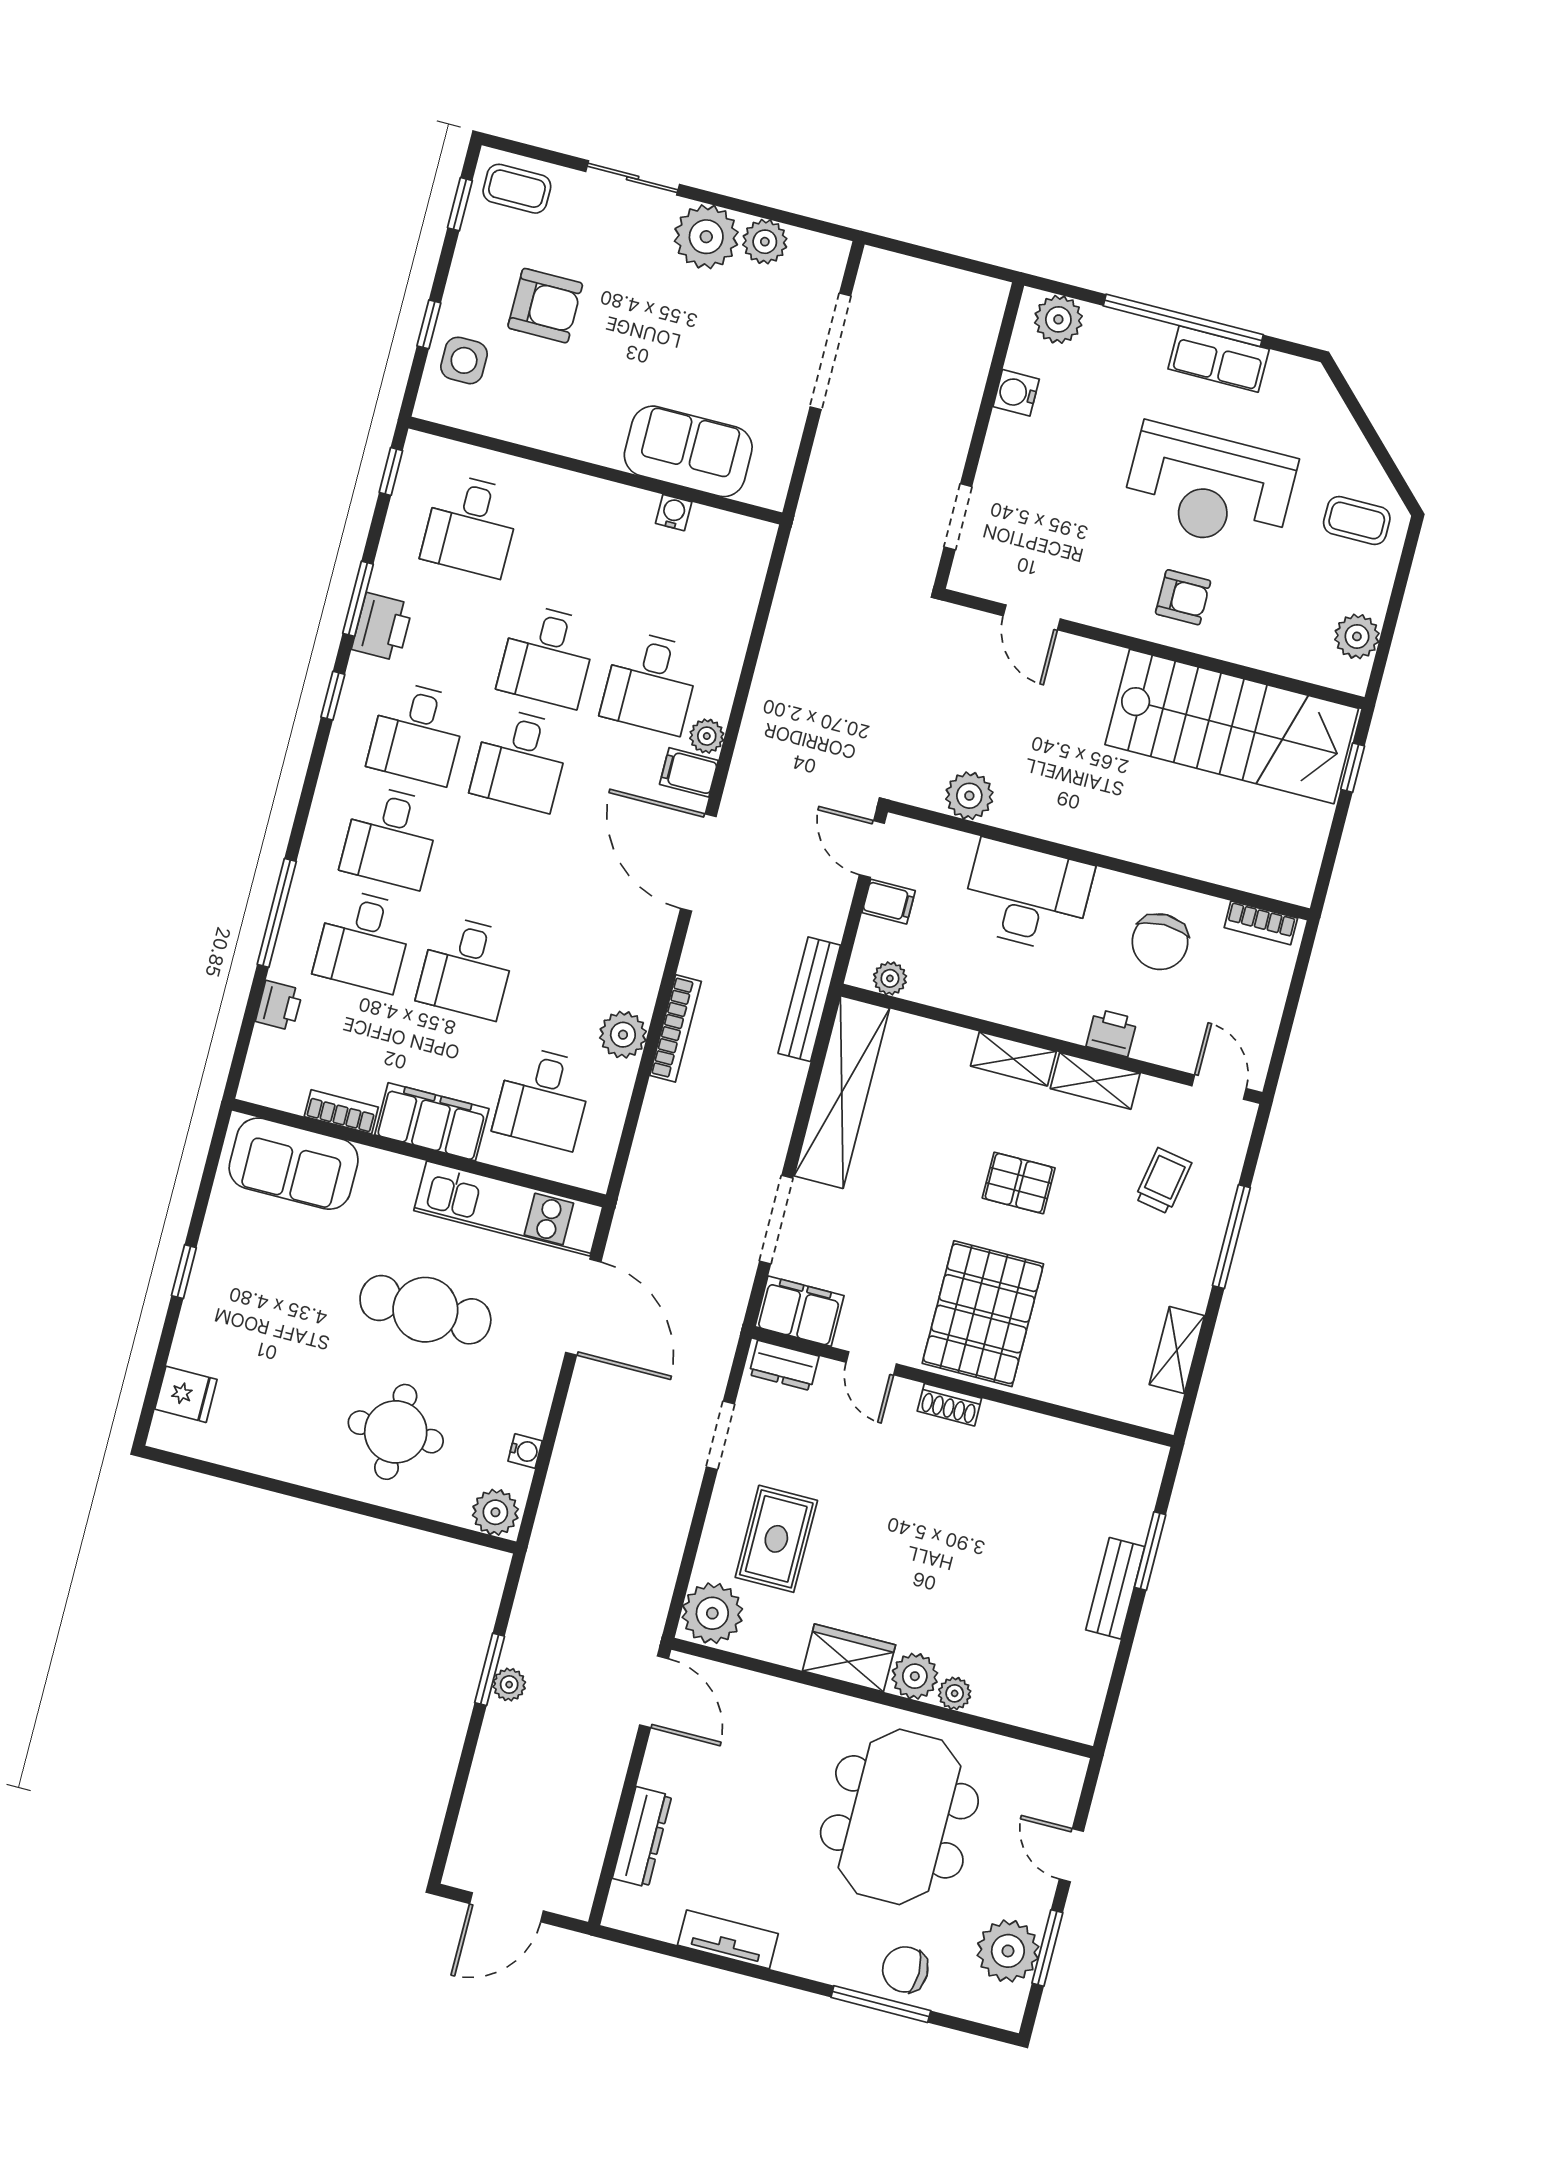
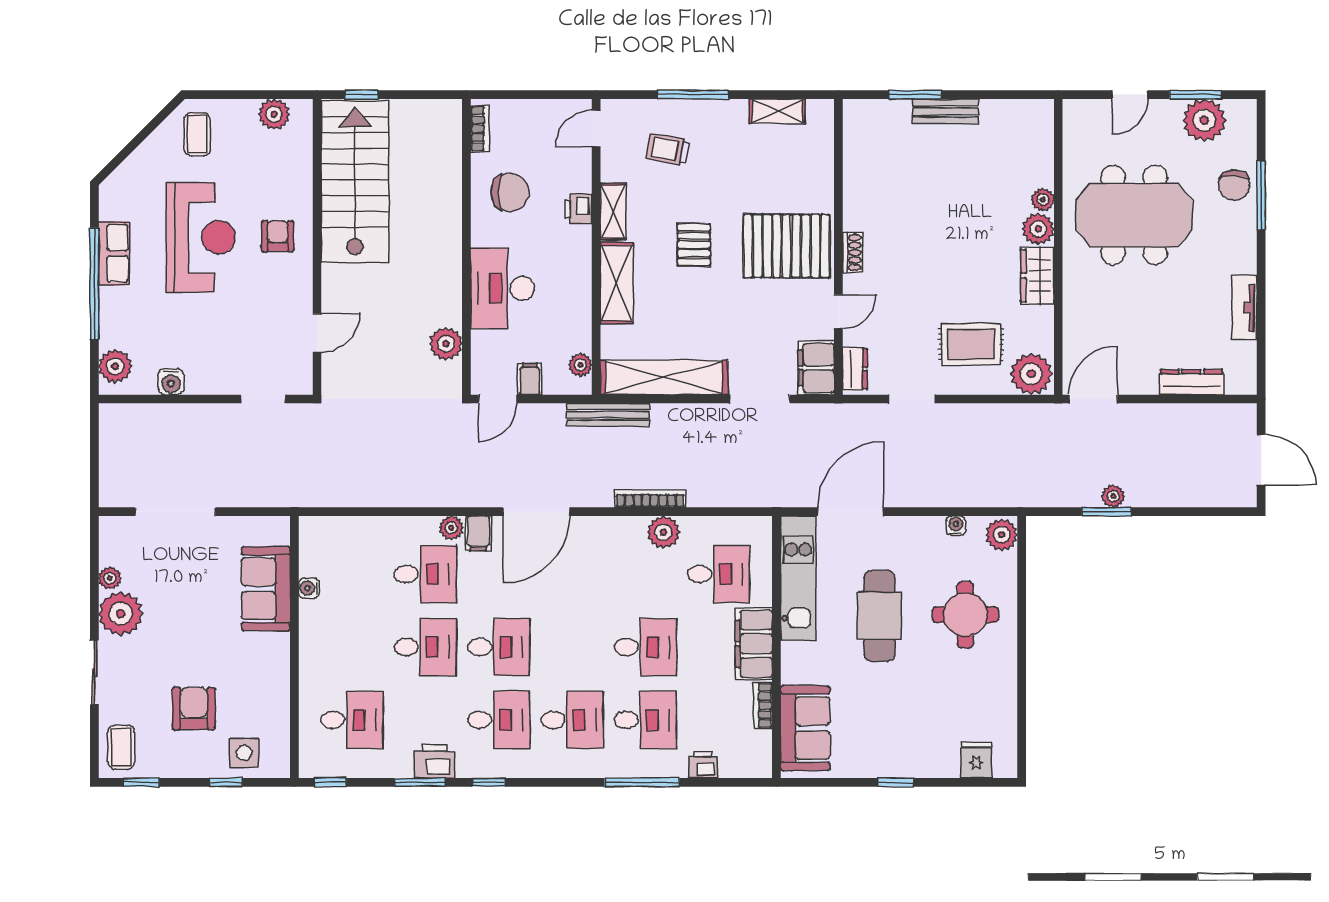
plant: (765, 242) -> (110, 578), width x0.73, depth x0.73
shelving: (1013, 1059) -> (617, 283), width x1.50, depth x1.33

